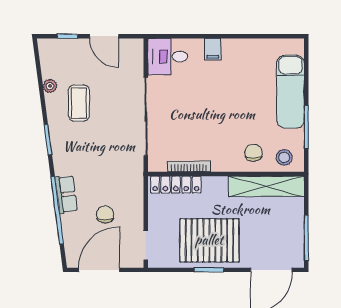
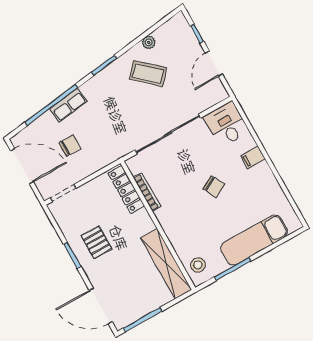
coffee table: (79, 103) -> (148, 74), turned 42
chair: (253, 153) -> (214, 187), moved, turned 61
pallet: (209, 240) -> (96, 242), width x0.49, depth x0.50

